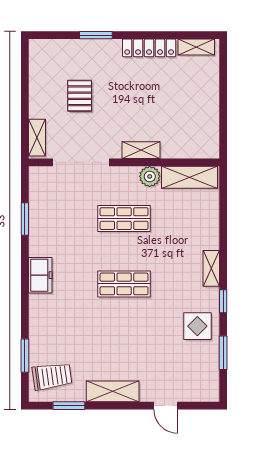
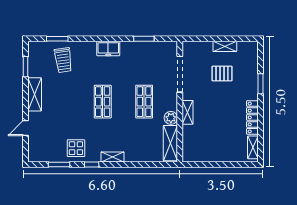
shelving: (37, 138) -> (225, 46), moved
trolley: (52, 376) -> (63, 60), moved

